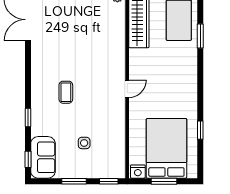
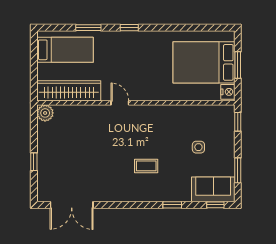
door: (127, 89) -> (120, 103), moved
window: (200, 130) -> (129, 28), moved
window: (74, 181) -> (238, 170), moved

